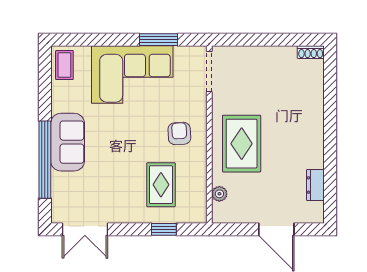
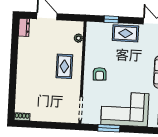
rug: (242, 144) -> (64, 66), width x0.73, depth x0.70
rug: (161, 185) -> (125, 33), moved, turned 90
dresser: (315, 185) -> (24, 27), moved

